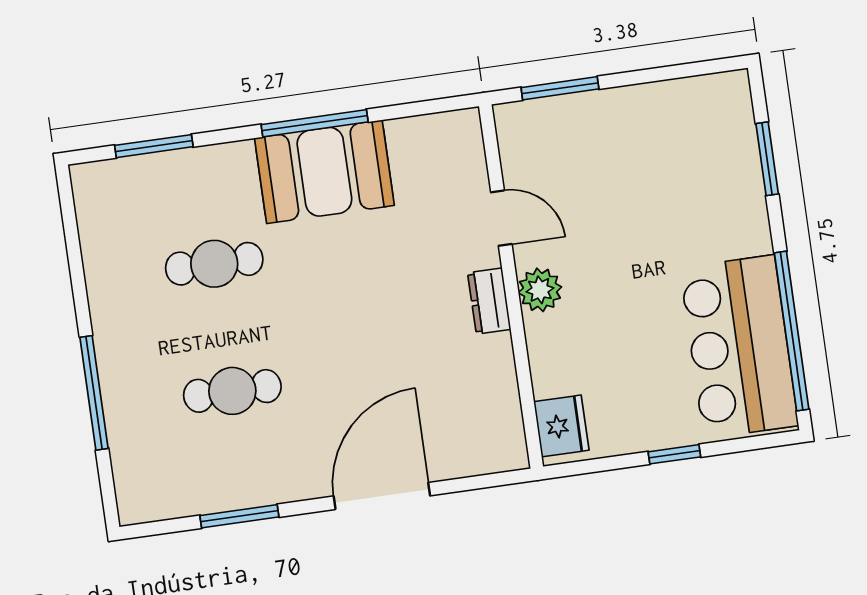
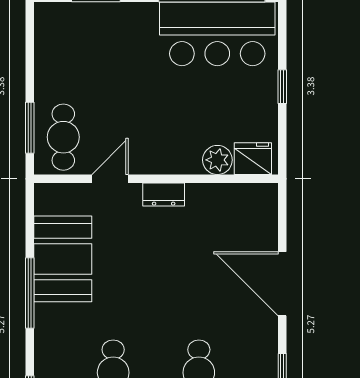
cafe table: (553, 140) -> (63, 137), added
booth: (324, 172) -> (63, 259), moved
plant: (540, 290) -> (217, 160), moved

